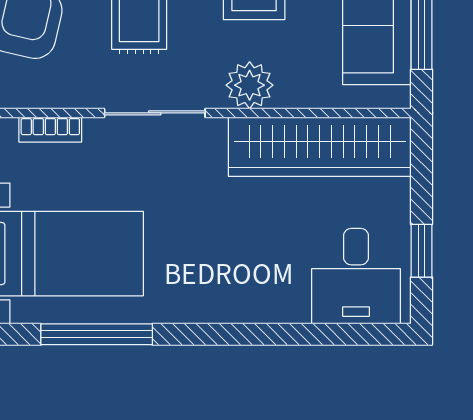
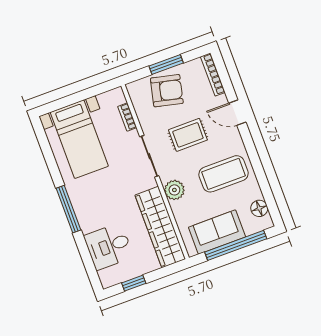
desk: (356, 276) -> (109, 246), moved
window: (97, 334) -> (68, 209), moved

